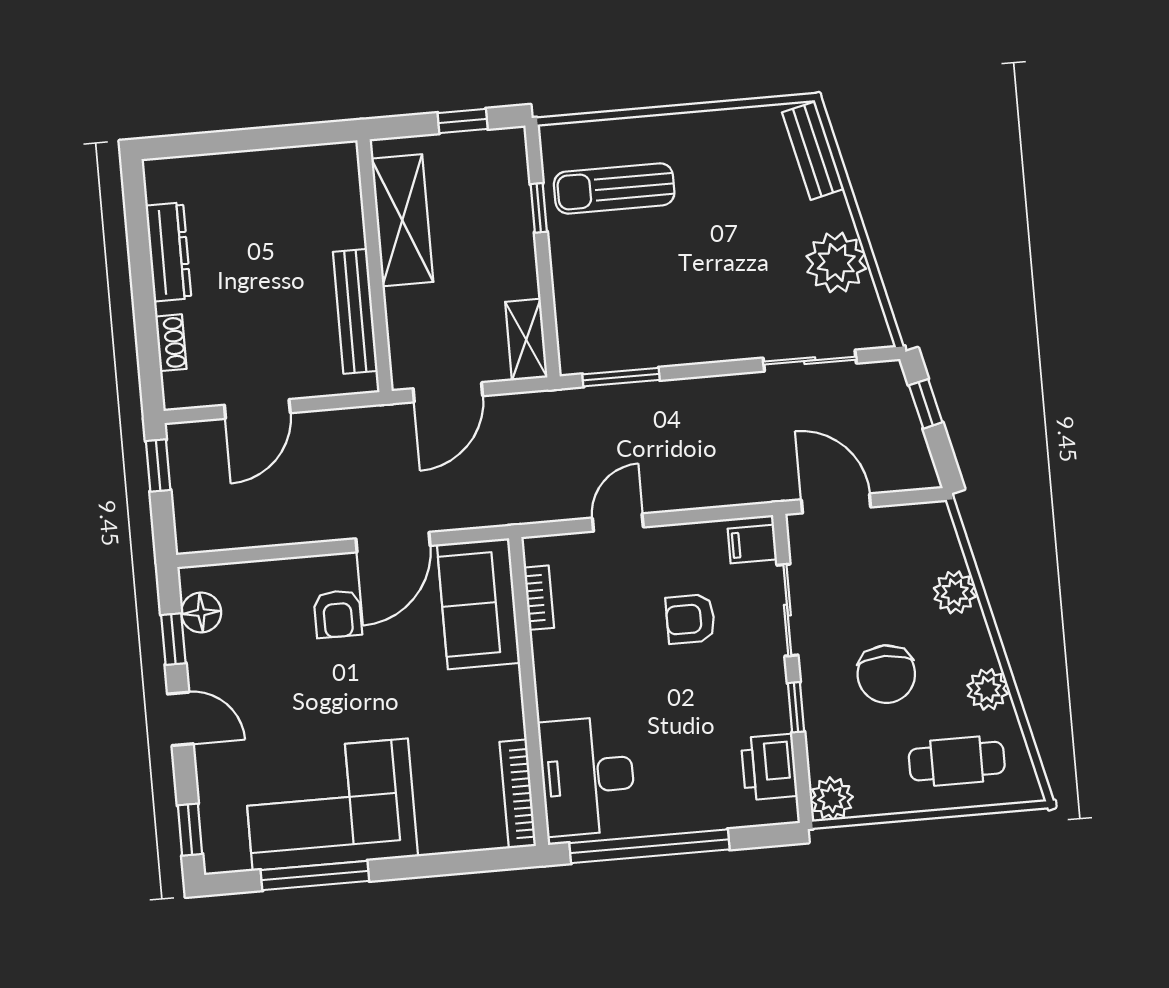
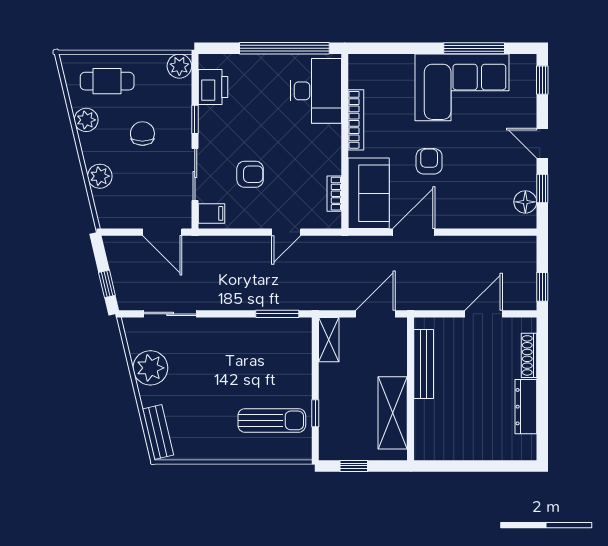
shoe rack: (171, 343) -> (529, 355), width x1.43
armchair: (338, 614) -> (429, 161), moved
chair: (886, 674) -> (142, 134), width x0.73, depth x0.73
bookcase: (518, 794) -> (356, 120), moved

